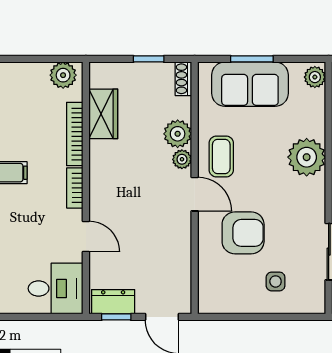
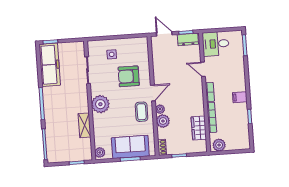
plant: (307, 157) -> (100, 104), moved
door: (195, 194) -> (153, 93), swing flipped

